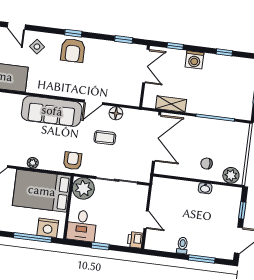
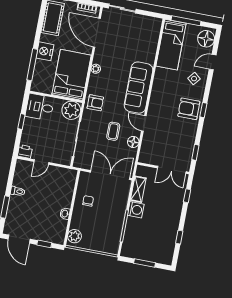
washing machine: (194, 60) -> (136, 210), moved, turned 180
double door: (157, 138) -> (110, 175), swing flipped
chair: (207, 163) -> (88, 201), moved
nightstand: (48, 228) -> (45, 51), moved

